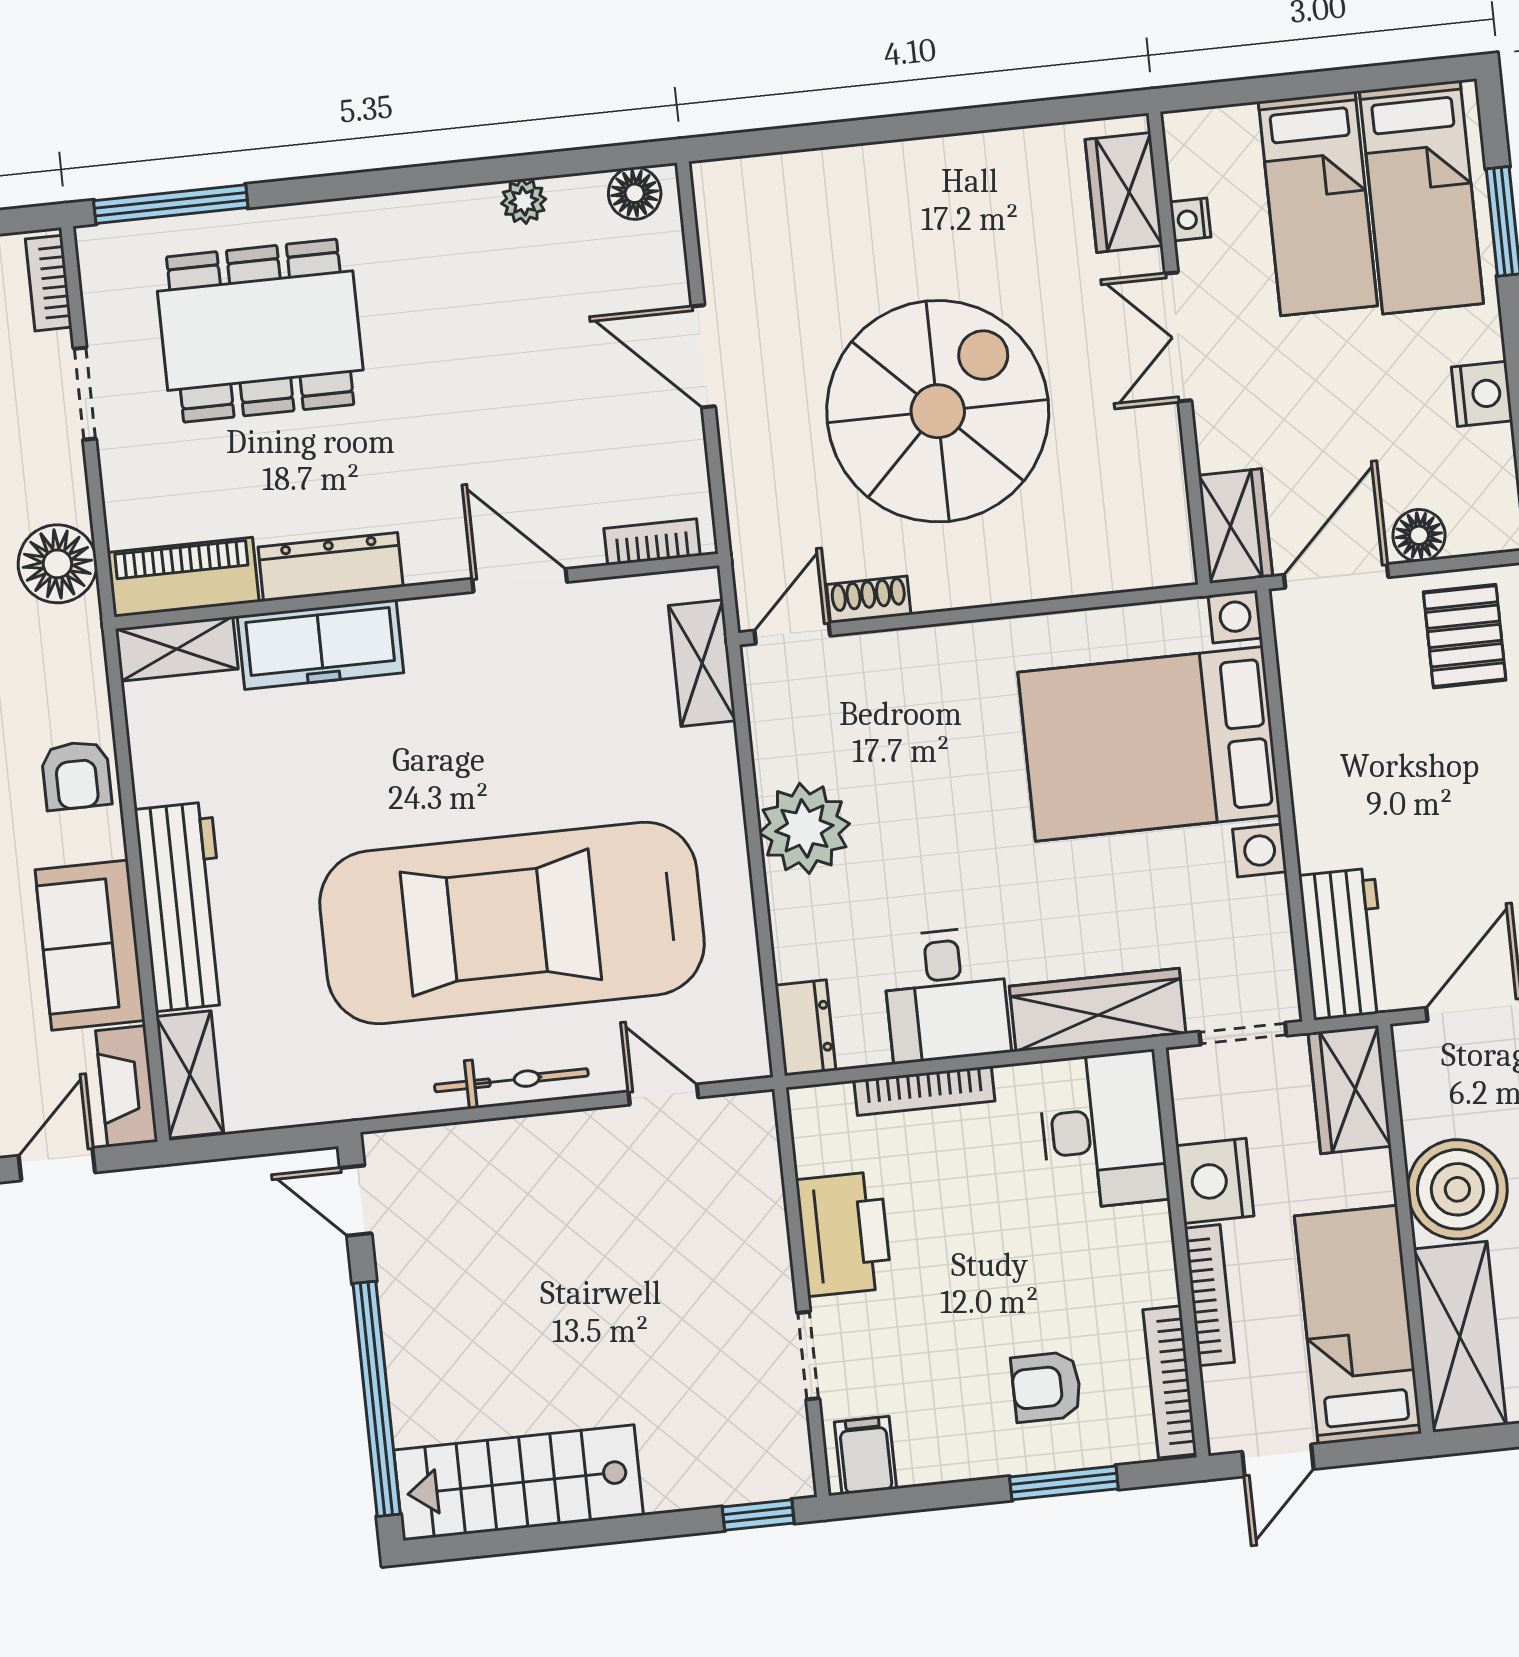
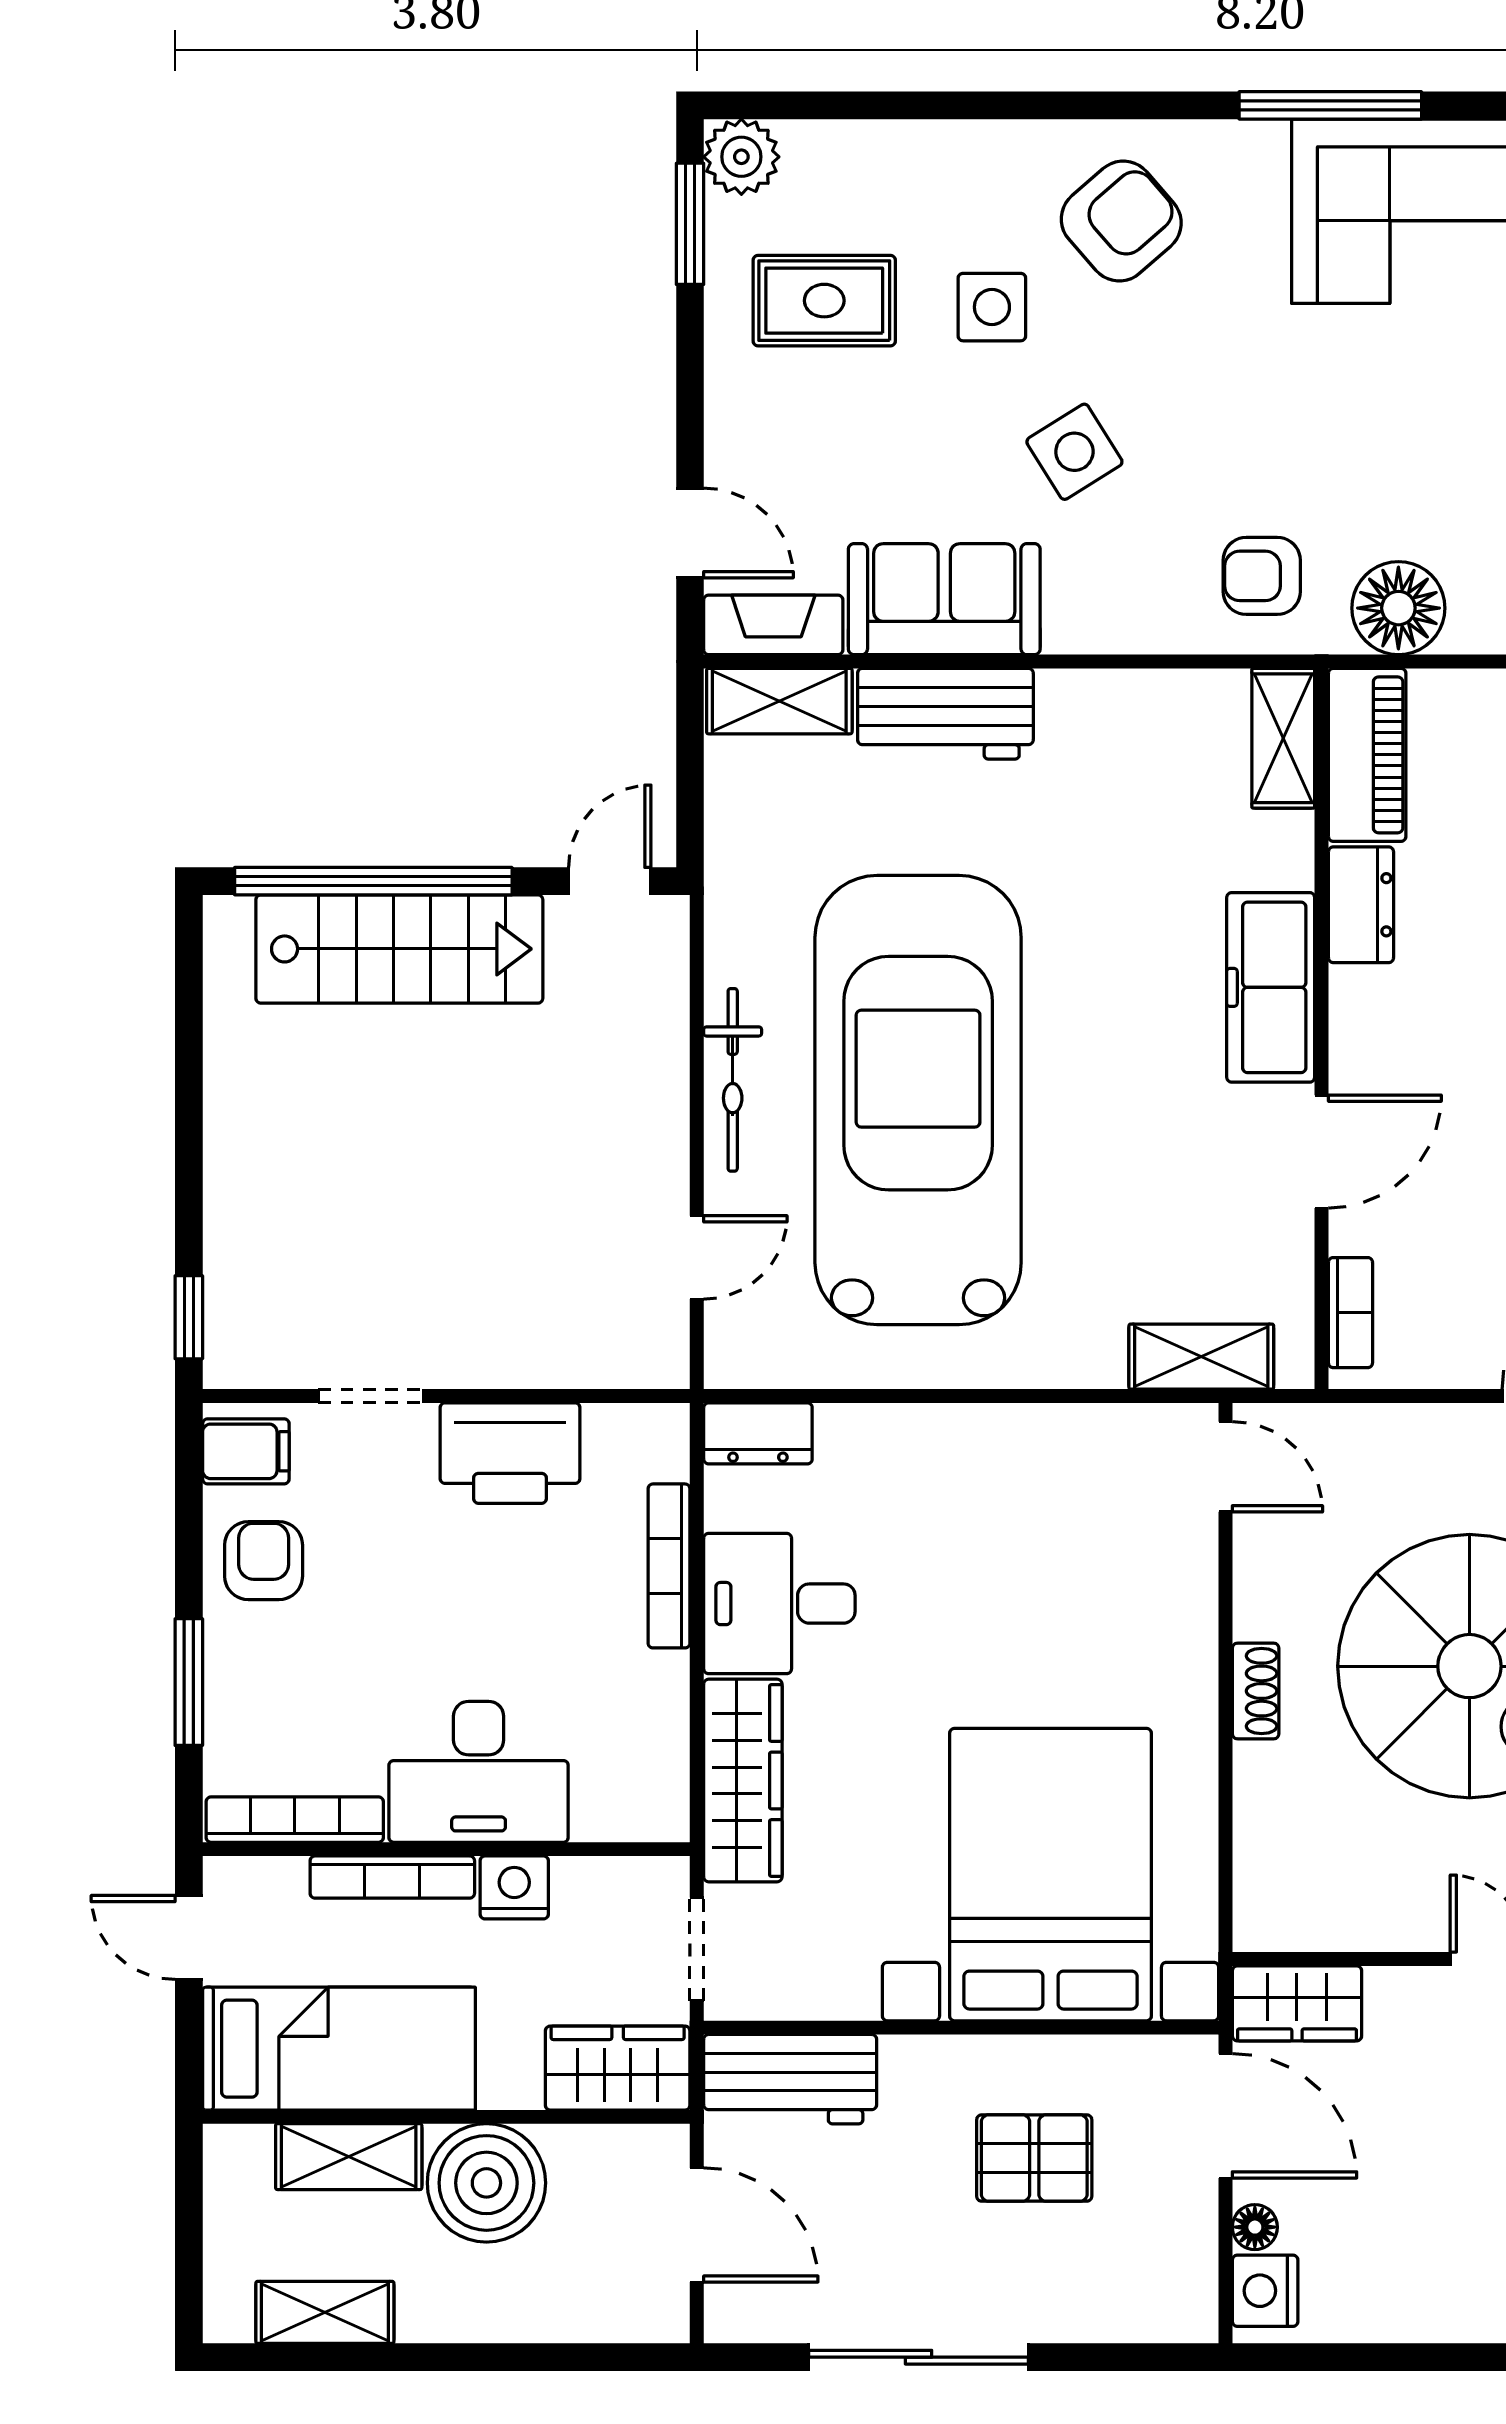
nightstand: (1482, 394) -> (1265, 2291), moved, turned 90
floor lamp: (1419, 535) -> (1255, 2227), width x0.73, depth x0.73
dresser: (331, 567) -> (1361, 905), width x0.70
shoe rack: (869, 600) -> (1256, 1691), moved
pallet: (1465, 636) -> (1034, 2158), moved
freezer: (320, 644) -> (1271, 987), moved
armchair: (76, 775) -> (1262, 576), moved
plant: (804, 828) -> (994, 1457), removed
workbench: (183, 907) -> (945, 714), width x0.73
desk: (1103, 1130) -> (479, 1772), moved
nightstand: (1215, 1181) -> (514, 1887), width x0.74, depth x0.75
shelving: (1460, 1337) -> (349, 2157), width x0.67, depth x0.75
armchair: (1046, 1387) -> (264, 1561), moved
stairs: (519, 1483) -> (399, 949), moved, turned 90

